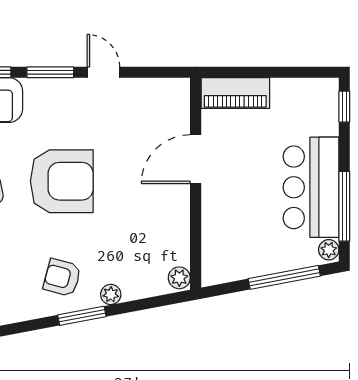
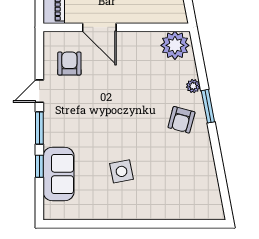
armchair: (62, 181) -> (69, 64), moved, width x0.53, depth x0.53
plant: (179, 278) -> (175, 45), width x1.88, depth x1.88

